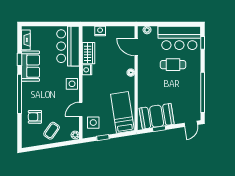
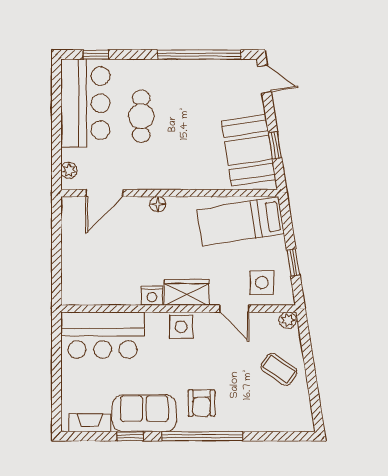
nightstand: (100, 31) -> (71, 268), removed
wardrobe: (89, 53) -> (187, 292), moved
armchair: (35, 117) -> (202, 403), moved

